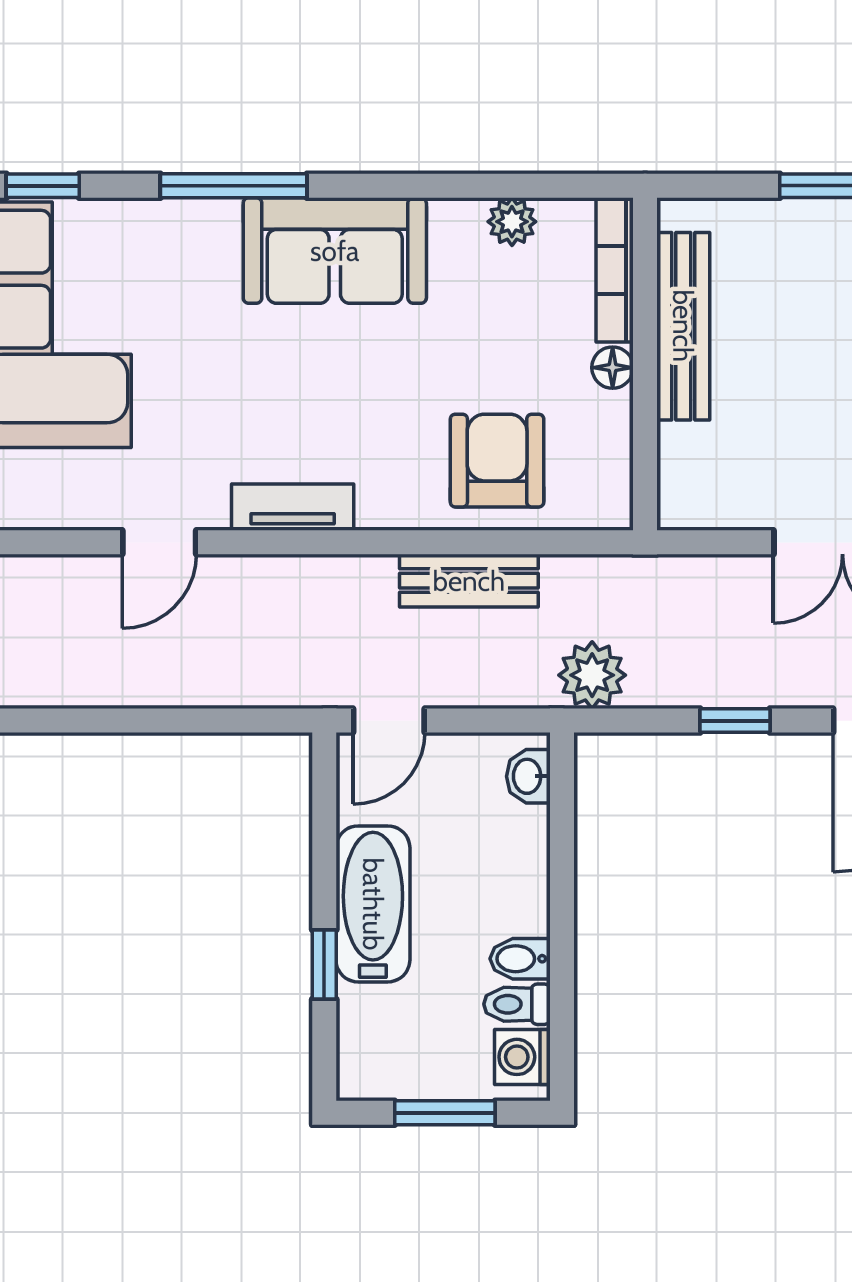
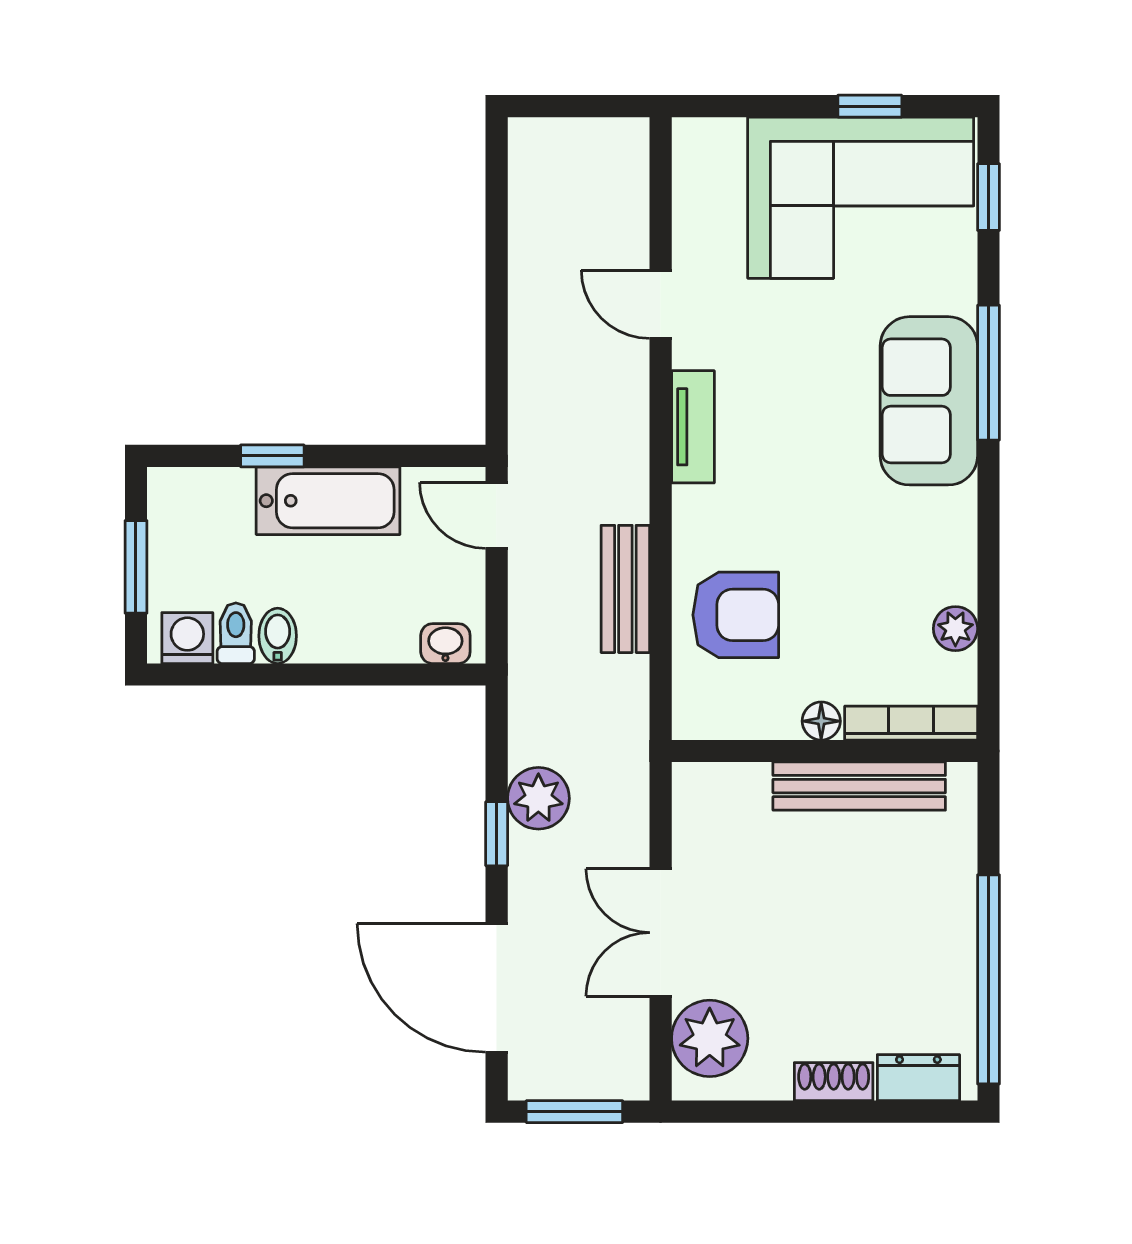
sofa: (335, 251) -> (929, 401), moved
plant: (592, 675) -> (538, 798), moved

